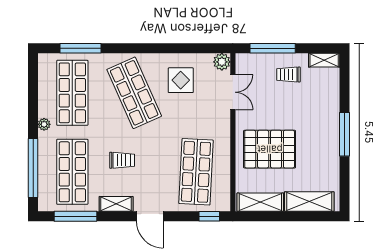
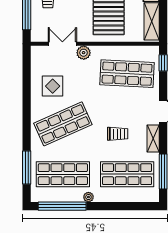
plant: (222, 62) -> (84, 53), moved
trolley: (122, 160) -> (118, 134), turned 90
window: (33, 168) -> (62, 206), moved

